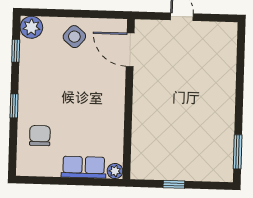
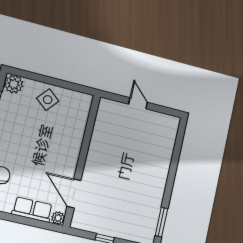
door: (130, 50) -> (74, 194), moved

